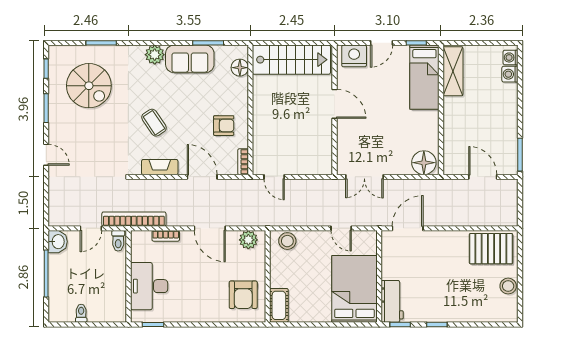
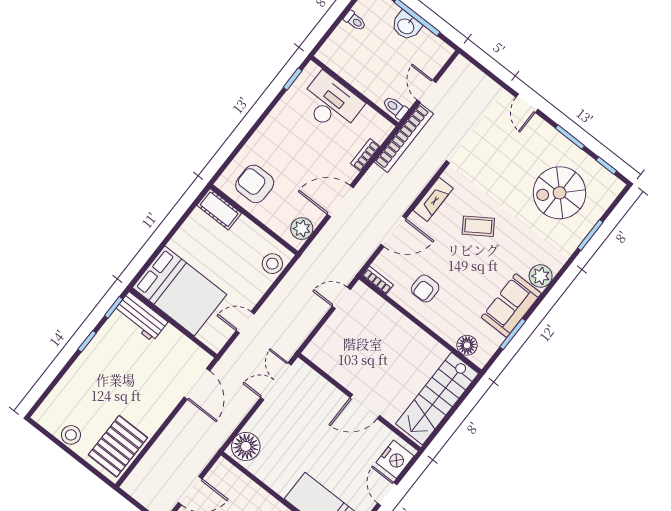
door: (46, 155) -> (527, 103), hinge flipped
washbasin: (58, 242) -> (406, 26), moved

